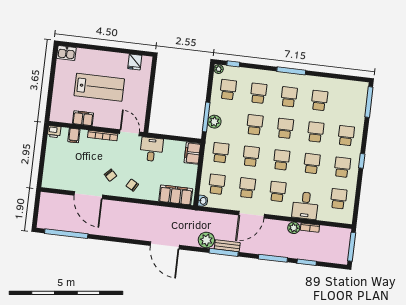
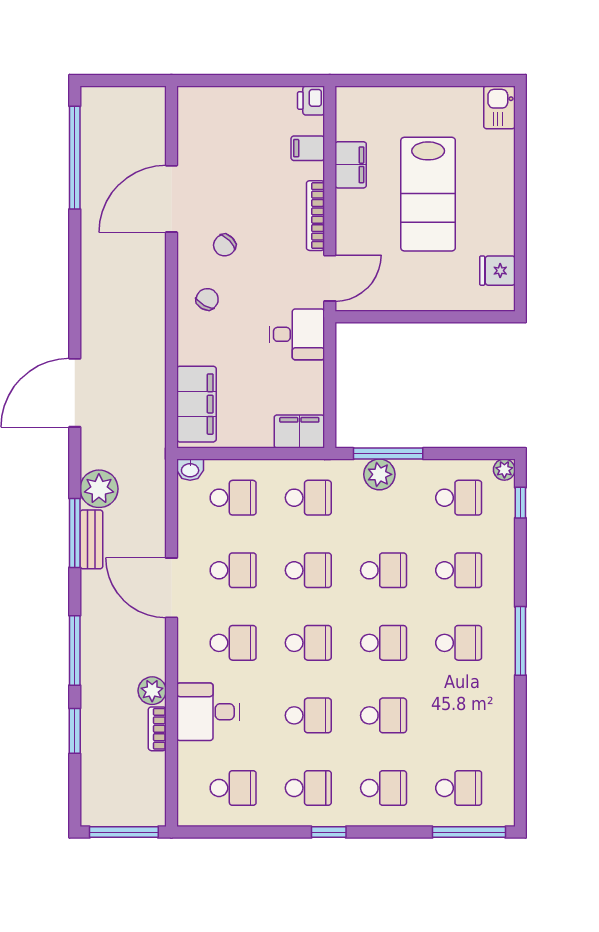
school desk: (319, 100) -> (459, 788), moved

